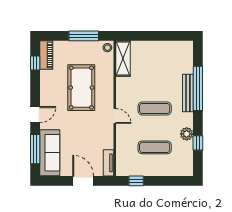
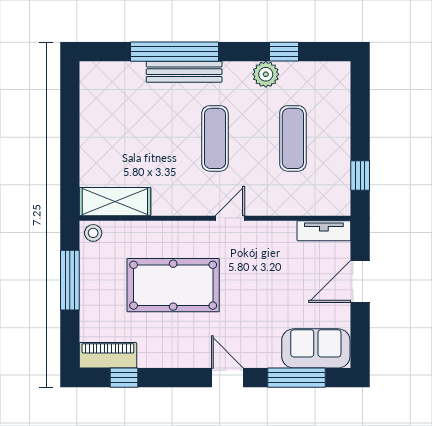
sofa: (50, 153) -> (316, 348), width x0.73

